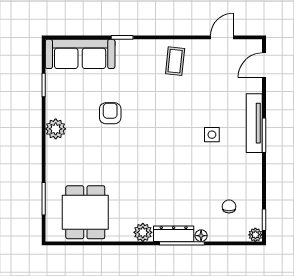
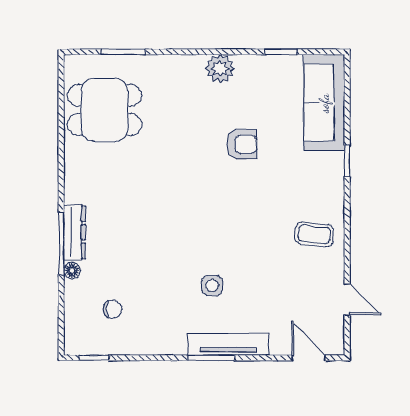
plant: (143, 232) -> (77, 190), removed
plant: (255, 235) -> (73, 346), removed

